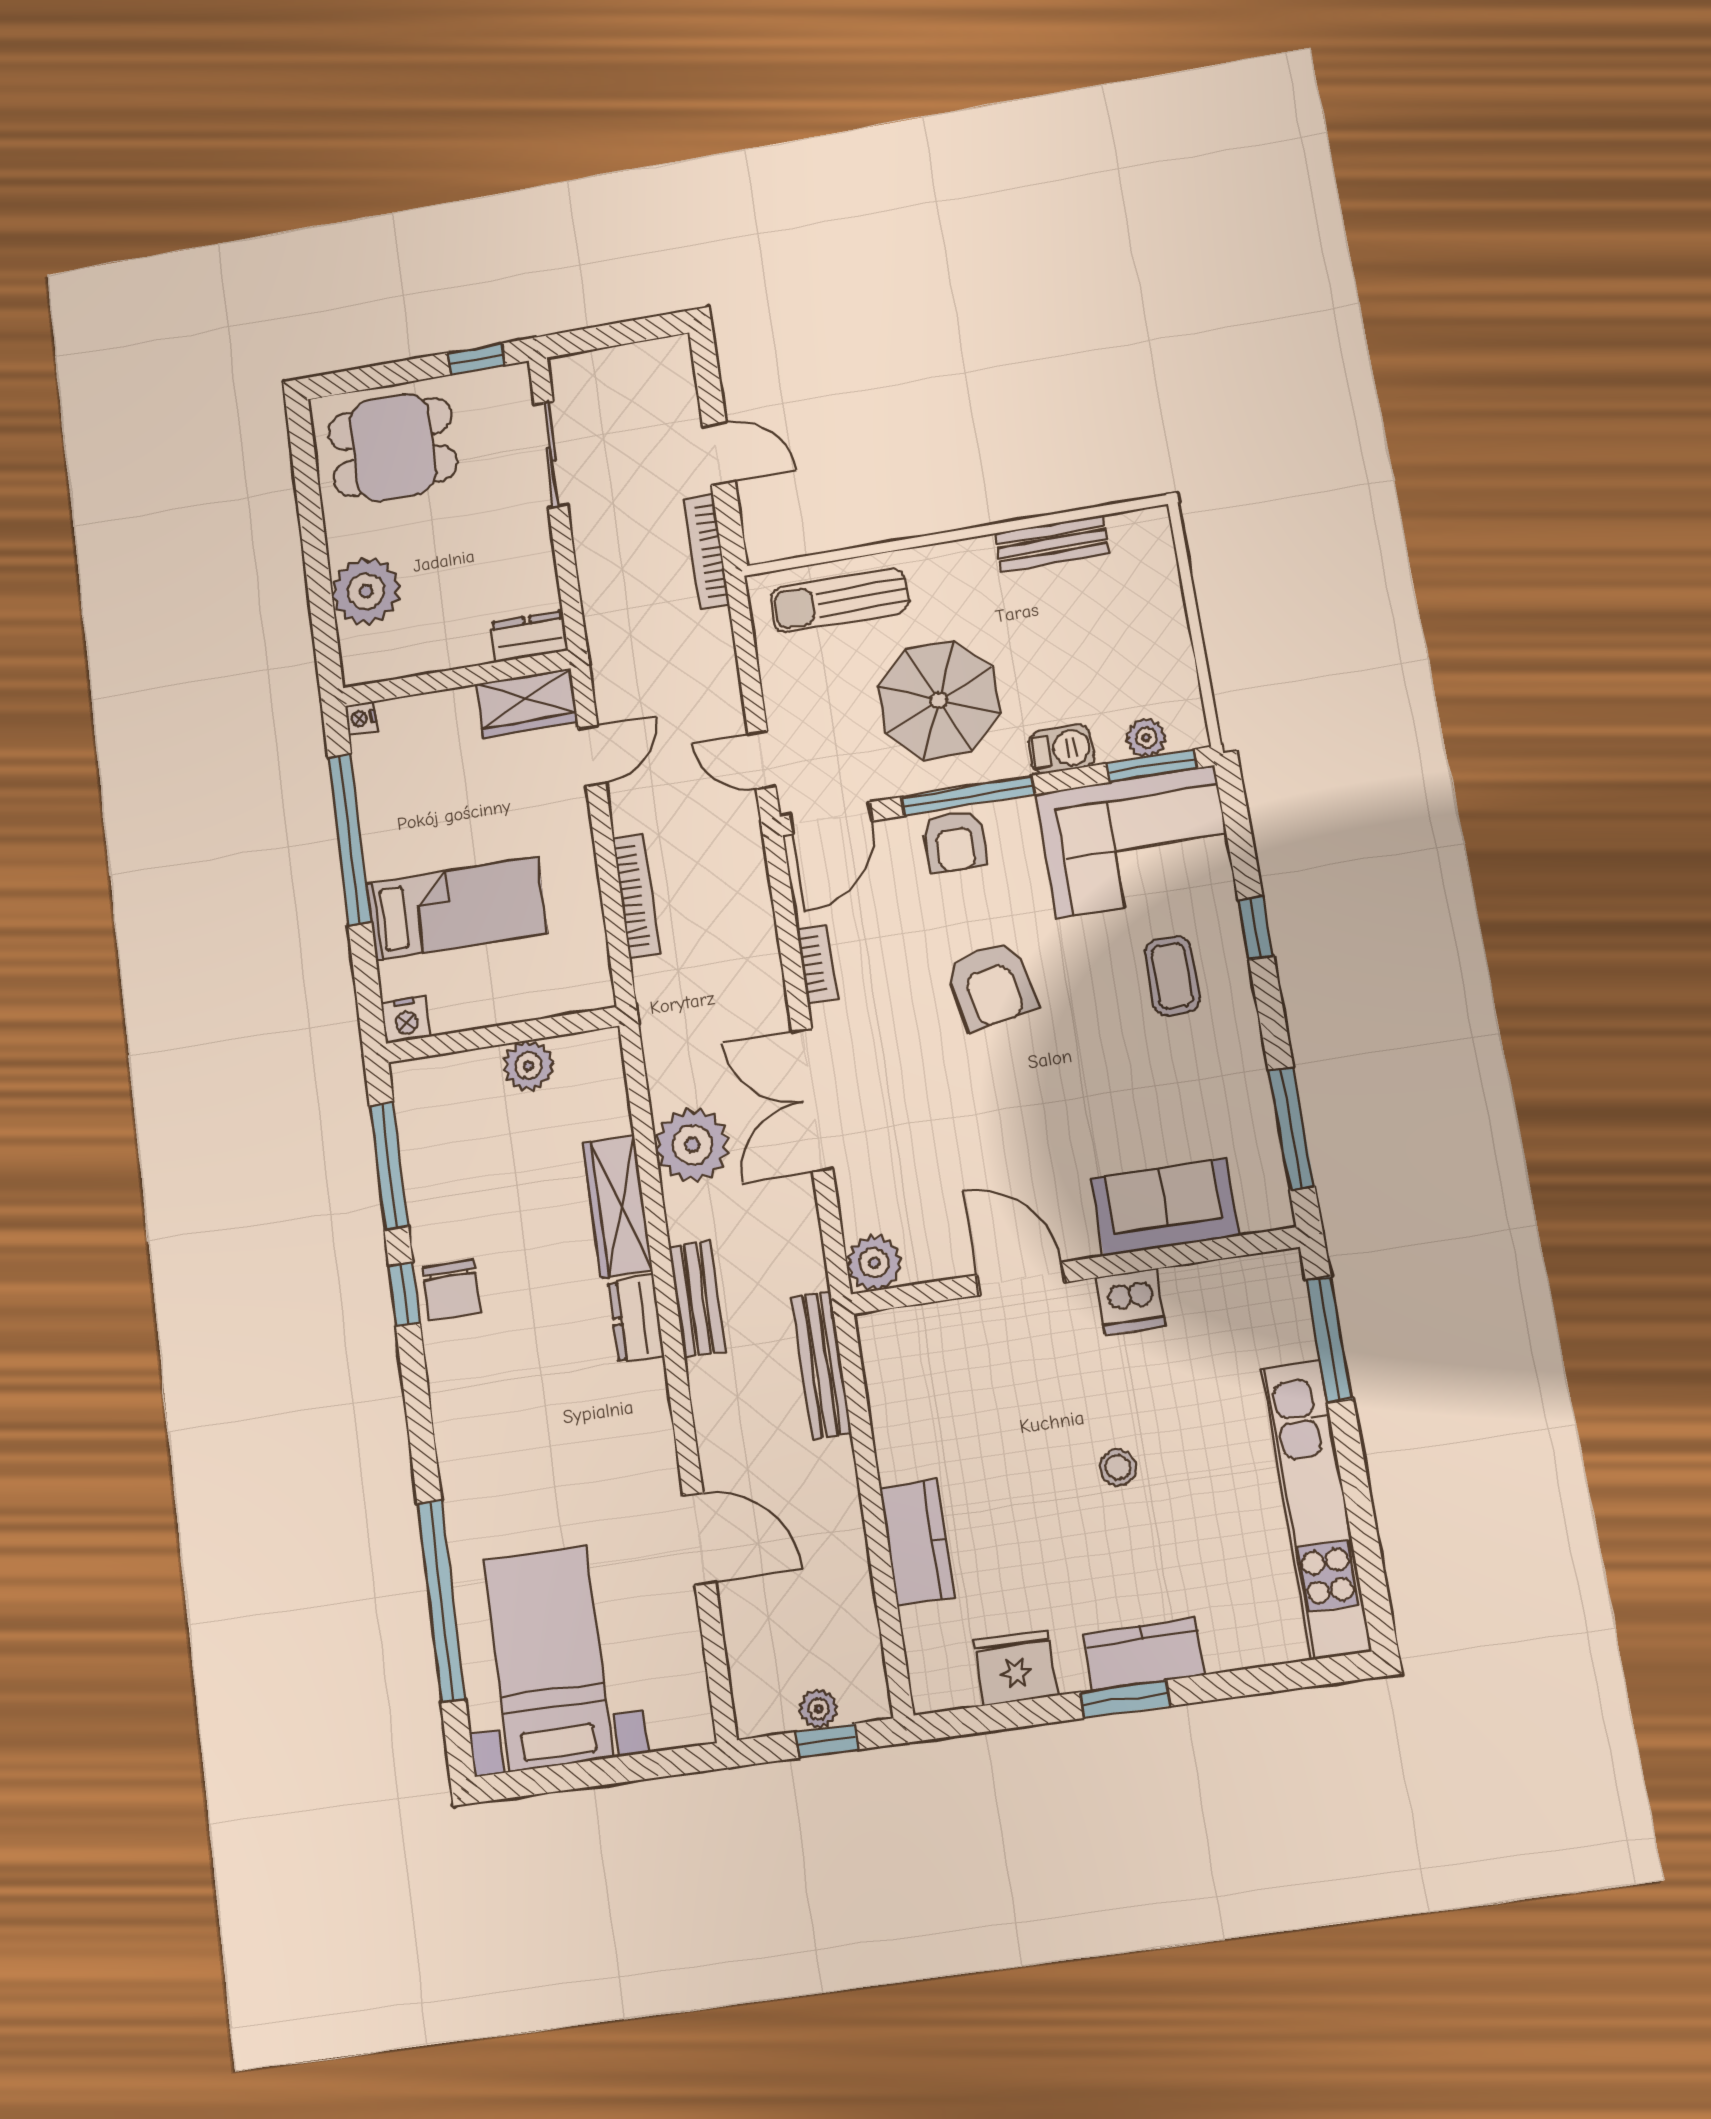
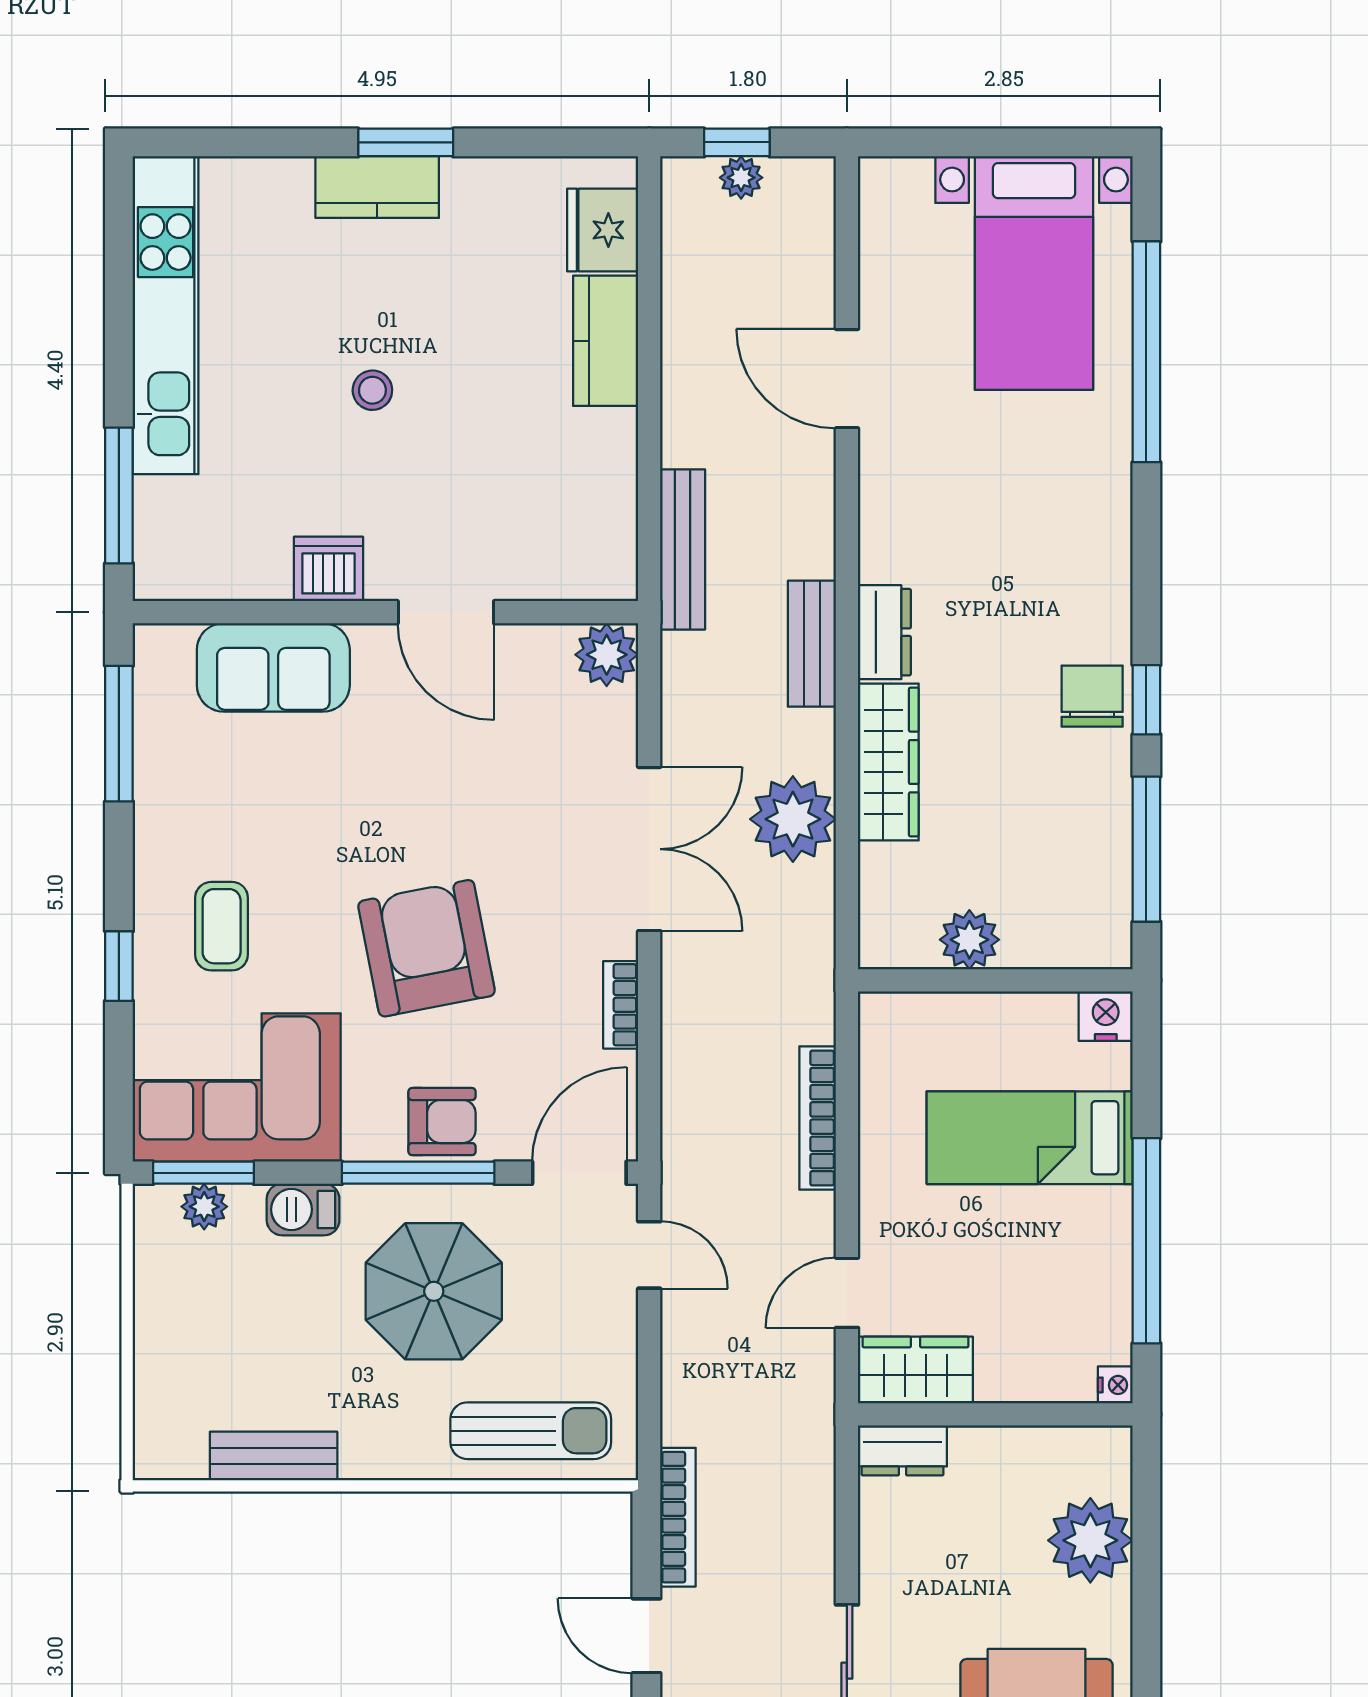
armchair: (954, 841) -> (442, 1122), turned 90
armchair: (991, 985) -> (427, 948), width x1.36, depth x1.36
fridge: (1016, 1668) -> (603, 230), moved, turned 90

